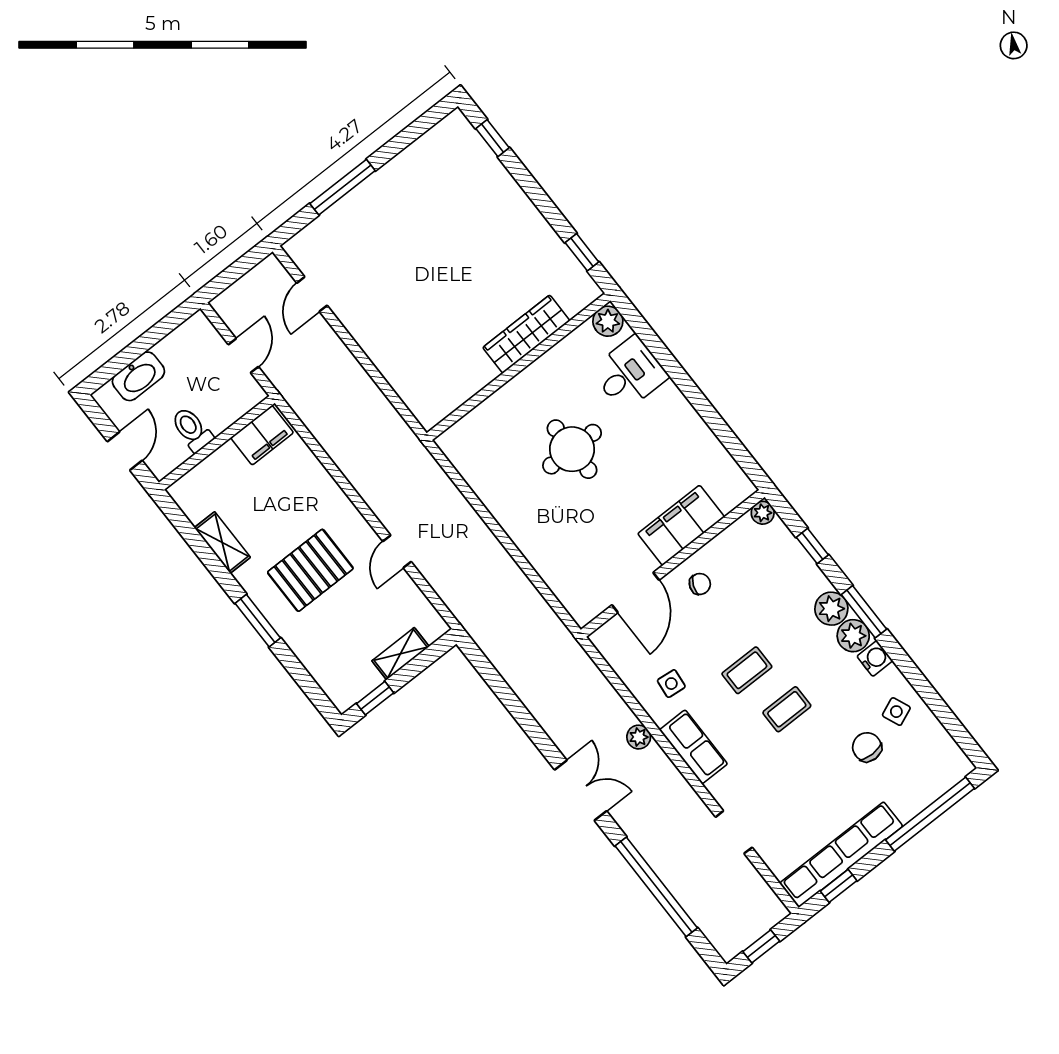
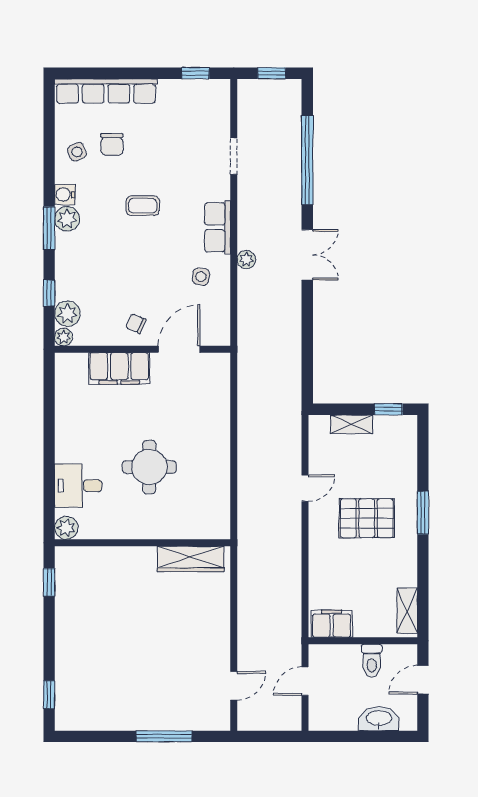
wardrobe: (526, 334) -> (191, 559), moved
shelving: (222, 543) -> (407, 611), moved
plant: (831, 609) -> (67, 314), moved
coffee table: (747, 670) -> (148, 249), removed
double door: (581, 790) -> (307, 255), swing flipped
window: (930, 814) -> (106, 73), removed
row of seats: (841, 855) -> (106, 91), moved

